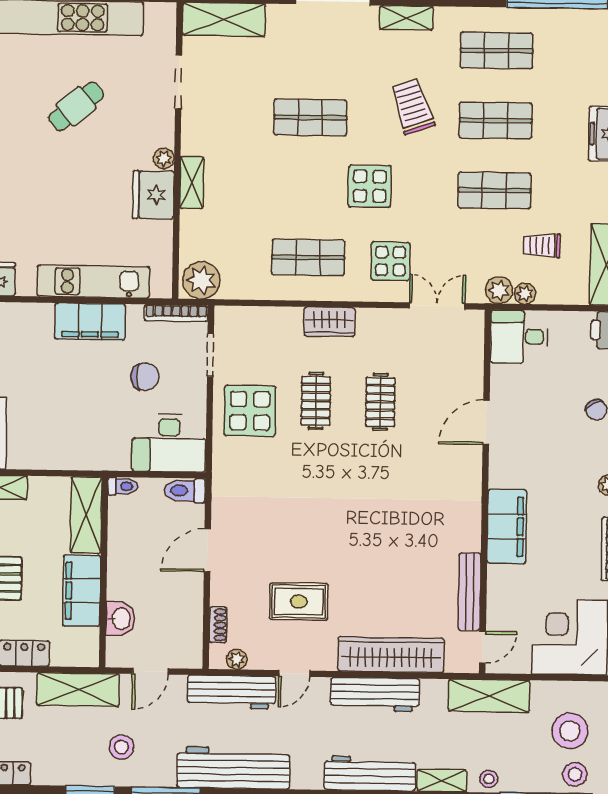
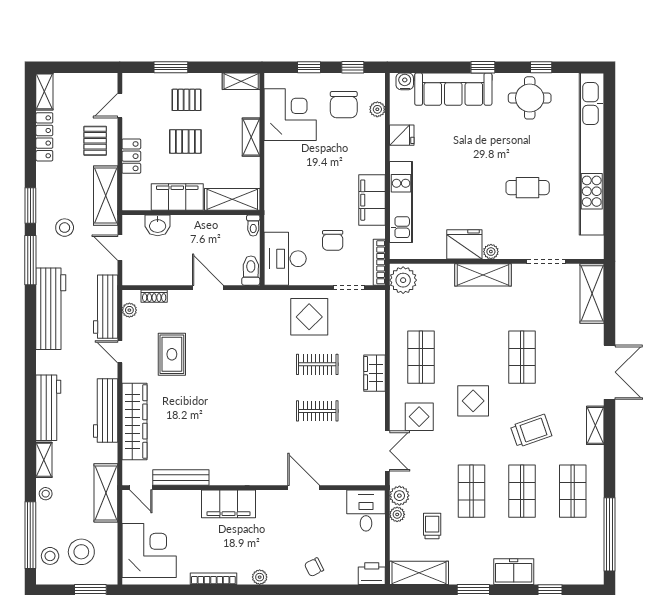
cafe table: (76, 106) -> (528, 188), turned -50
shelving: (192, 183) -> (483, 275), width x1.50, depth x1.33

